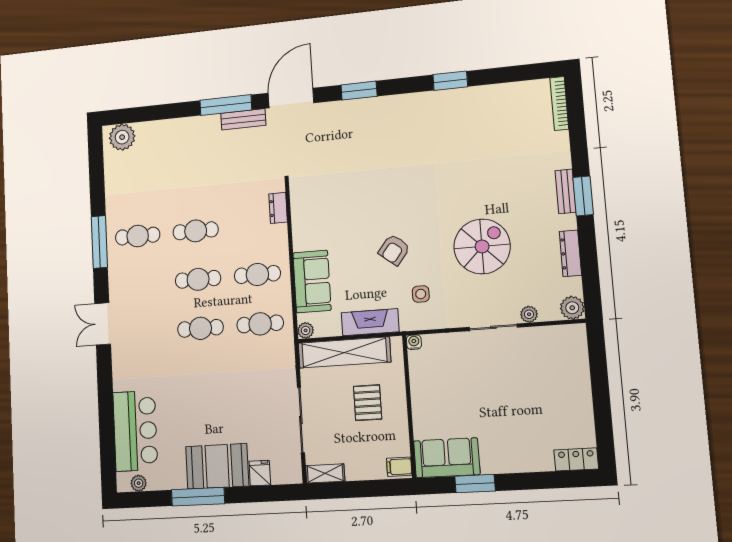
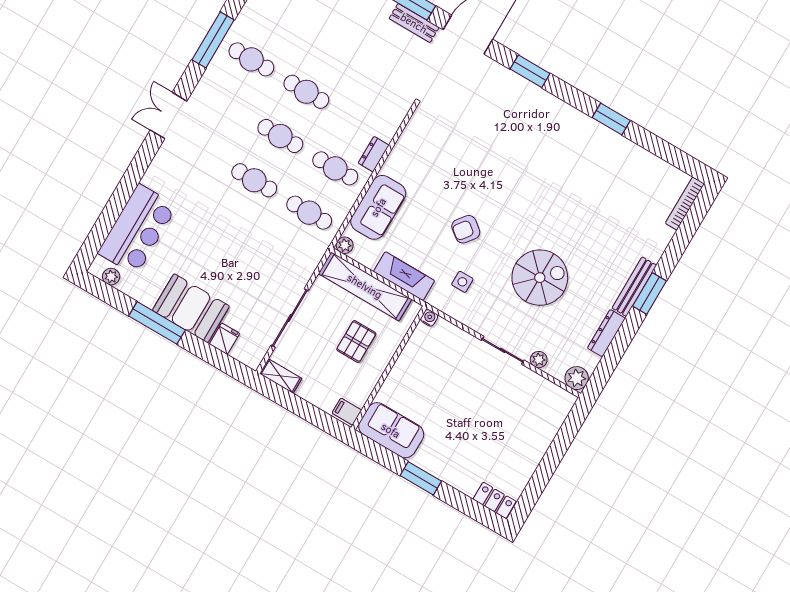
bench: (566, 191) -> (634, 287), width x1.36
dresser: (278, 208) -> (374, 154), moved
window: (475, 484) -> (421, 478), moved

